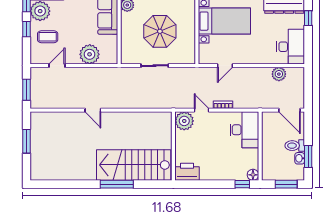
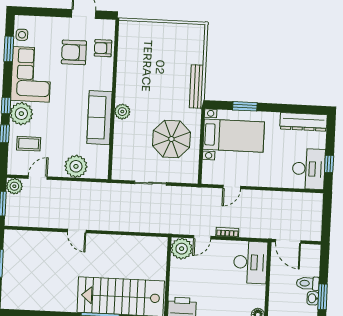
window: (308, 18) -> (329, 164), moved
parasol: (160, 31) -> (171, 139), moved
plant: (279, 74) -> (14, 186), moved
door: (202, 110) -> (202, 237), swing flipped
door: (289, 110) -> (288, 241), moved

